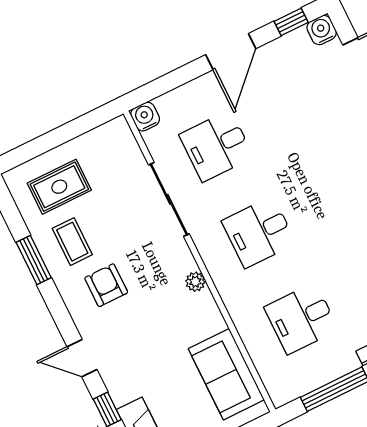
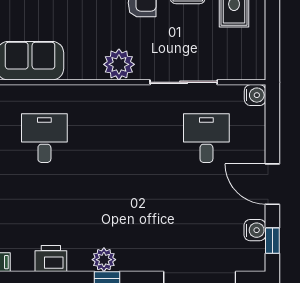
water cooler: (322, 30) -> (255, 230), moved
desk: (259, 232) -> (125, 138), removed
plant: (195, 282) -> (119, 64), width x1.87, depth x1.87

